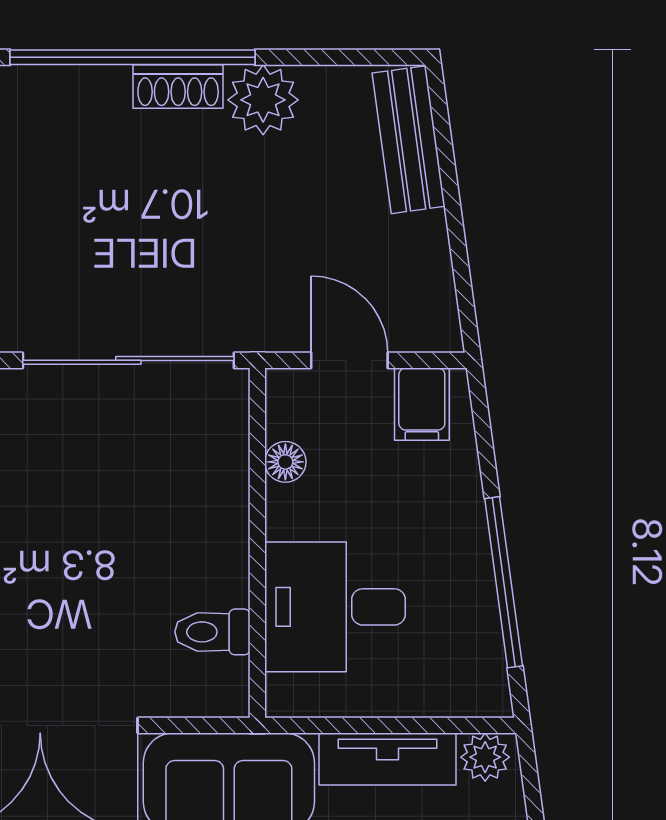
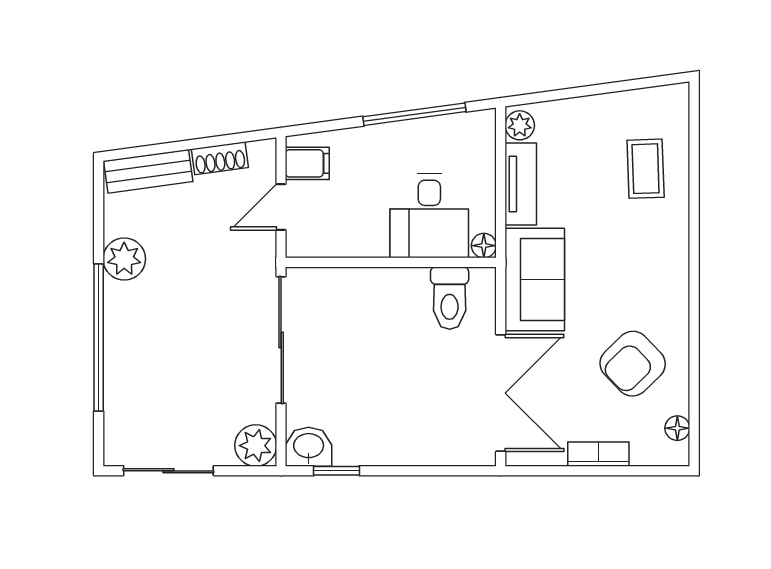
shoe rack: (178, 86) -> (220, 158), moved, turned 82
floor lamp: (285, 462) -> (484, 246), moved
toilet: (212, 632) -> (450, 298), width x1.37, depth x1.39

